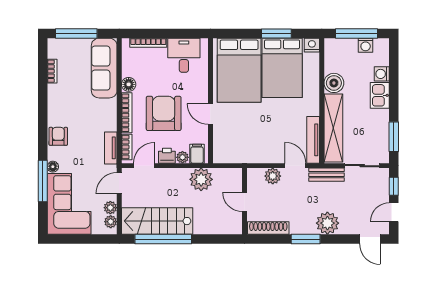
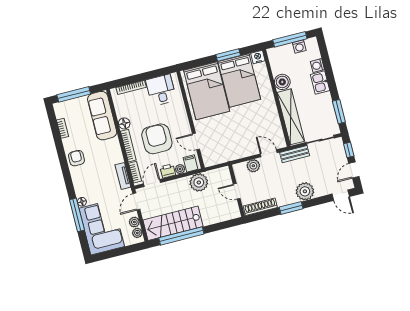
door: (210, 114) -> (196, 141), moved
armchair: (58, 136) -> (76, 158), moved
tv unit: (313, 140) -> (277, 130), removed

